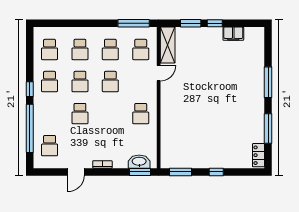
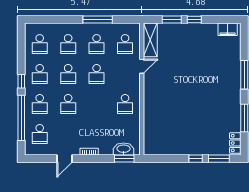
window: (134, 23) -> (98, 19), moved
filing cabinet: (233, 34) -> (228, 29), moved
school desk: (50, 114) -> (40, 104), added
window: (180, 172) -> (219, 159), moved

